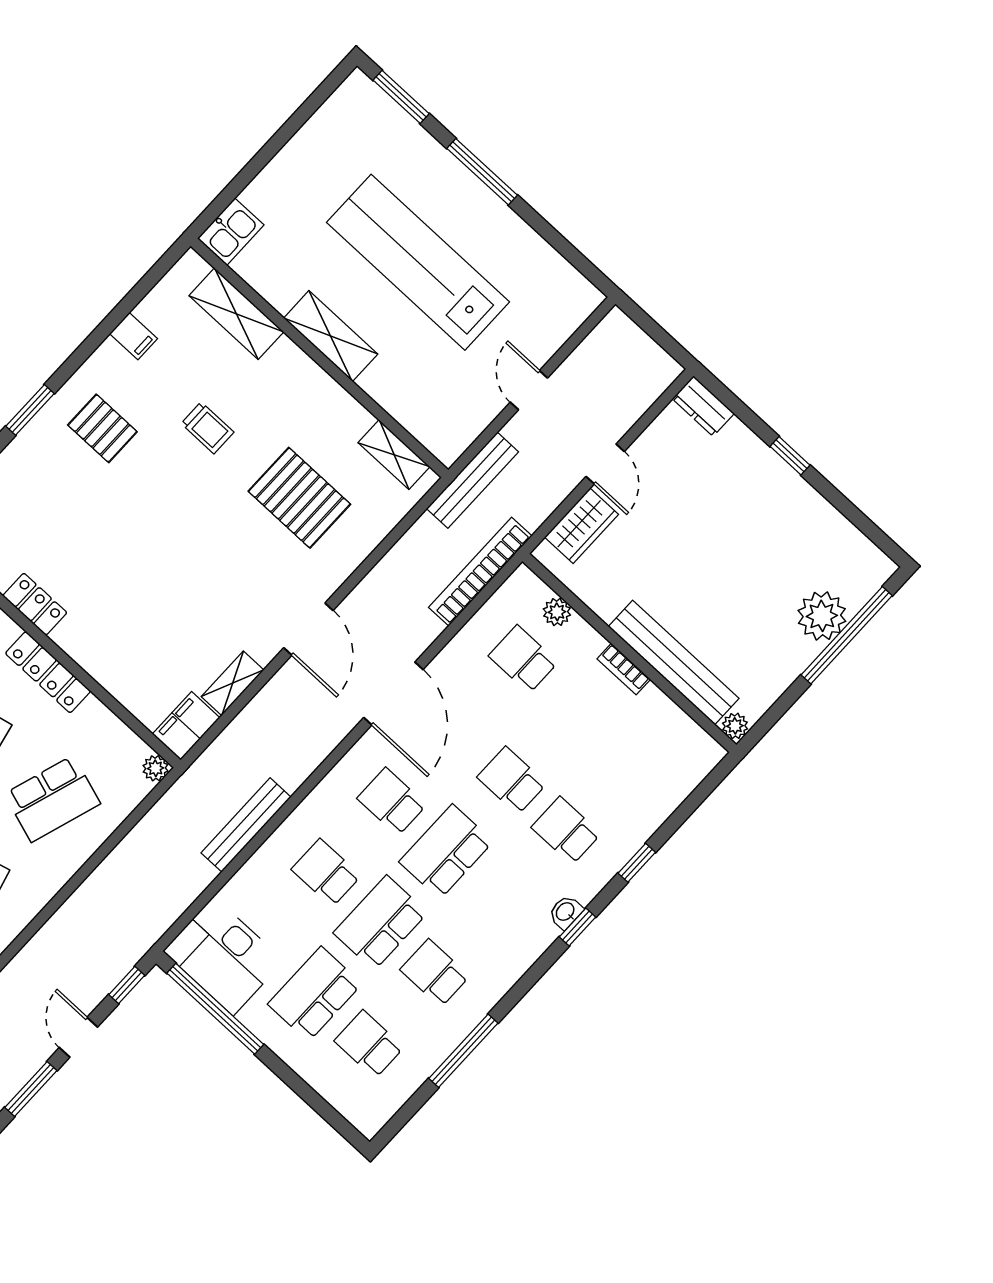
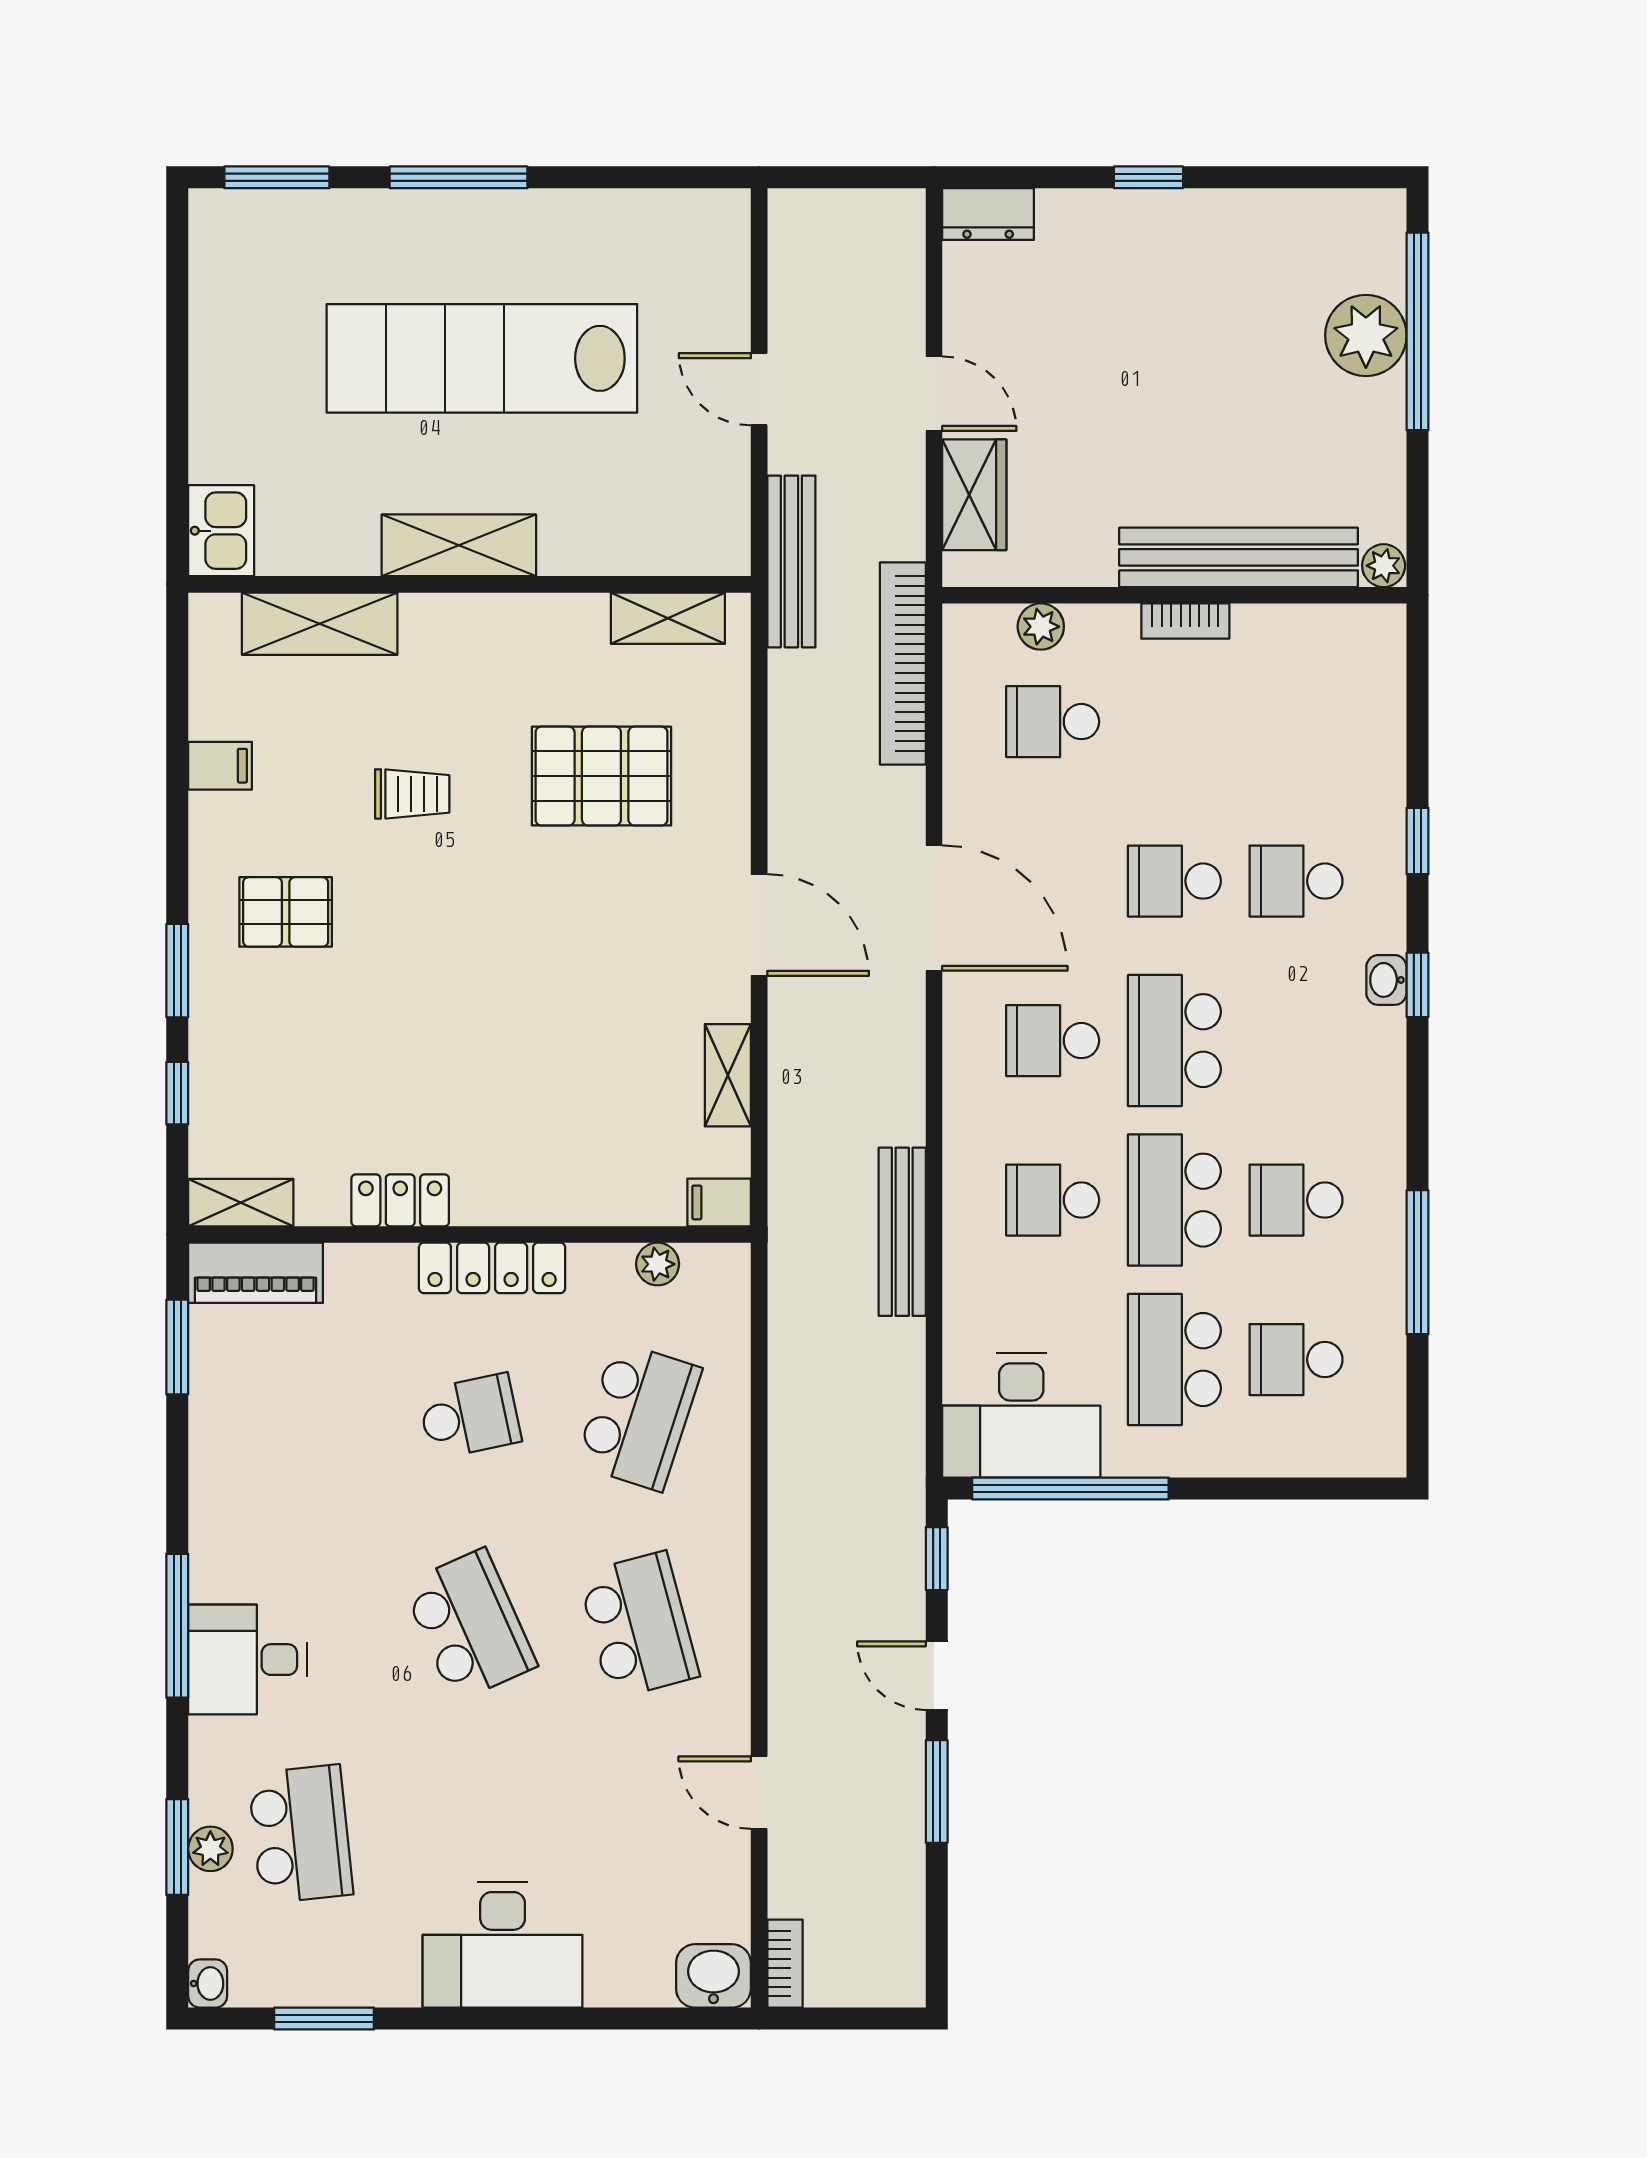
filing cabinet: (186, 726) -> (719, 1202), width x0.50
plant: (156, 768) -> (658, 1264), moved

